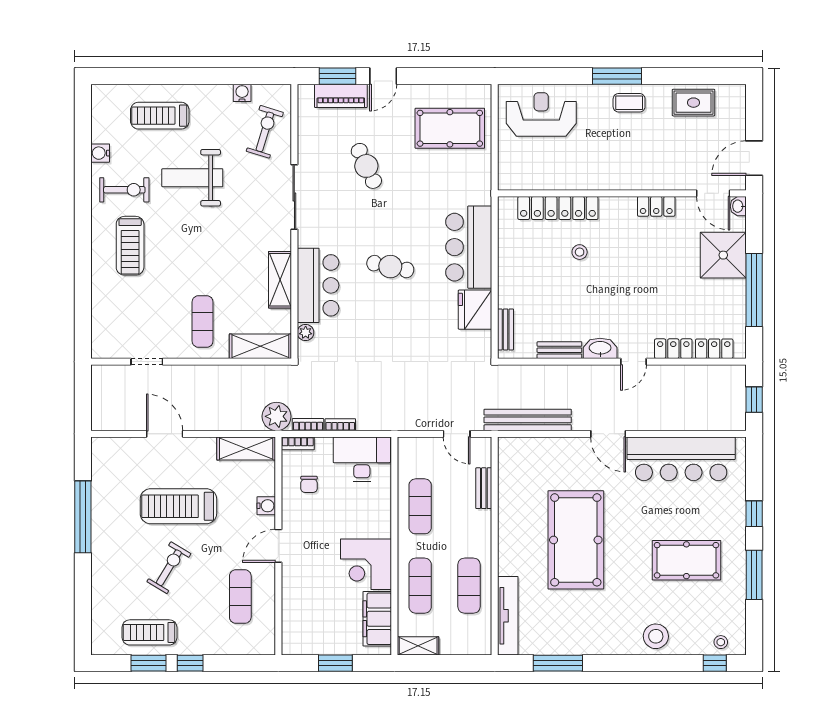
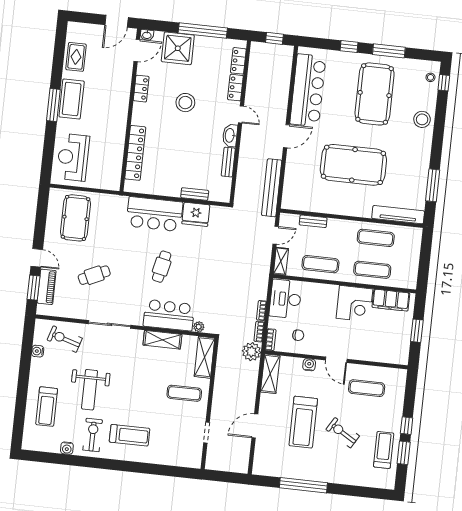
coffee table: (629, 103) -> (72, 99), width x1.86, depth x1.72
door: (754, 158) -> (117, 21), hinge flipped
stool: (580, 252) -> (185, 103), moved, width x1.89, depth x1.89
bench: (506, 329) -> (195, 194), moved
pool table: (686, 560) -> (375, 94), width x1.36, depth x1.32
treadmill: (150, 632) -> (384, 450), turned 180
shelving: (418, 646) -> (281, 261), moved

